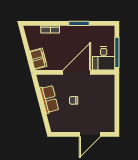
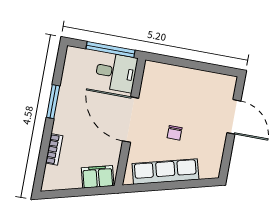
row of seats: (49, 99) -> (165, 172), width x1.48

